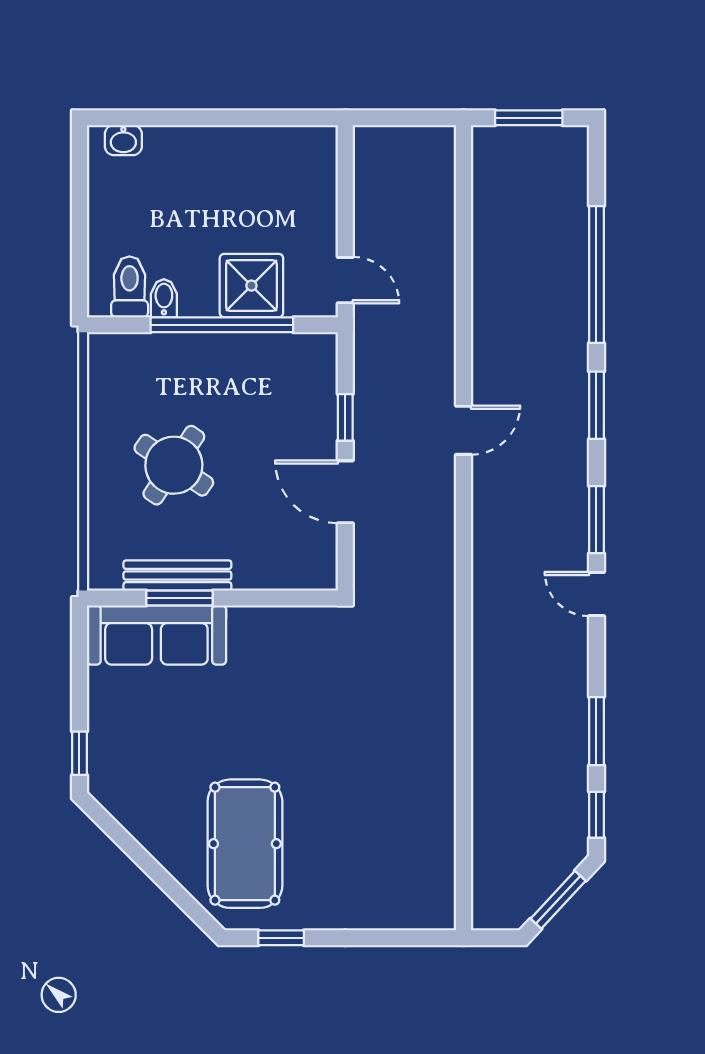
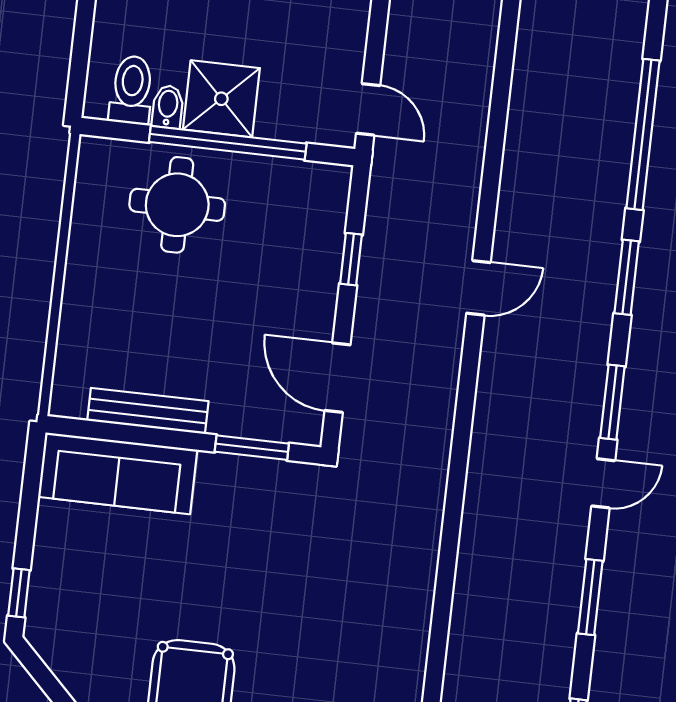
shower: (251, 286) -> (221, 99), moved
round table: (174, 465) -> (177, 205), moved, turned -34
door: (345, 492) -> (338, 378), moved
door: (596, 594) -> (603, 483), swing flipped
window: (179, 598) -> (252, 448), moved
window: (596, 731) -> (590, 597), moved

